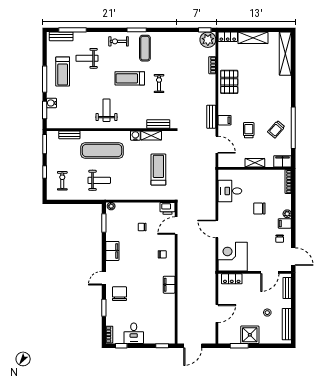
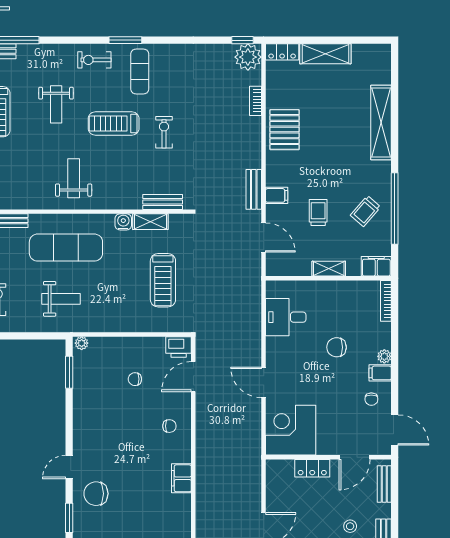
shelving: (285, 54) -> (381, 122), moved
weight bench: (87, 58) -> (56, 104), moved, turned -90
treadmill: (158, 170) -> (163, 280), turned 180
filing cabinet: (112, 251) -> (84, 420), removed
locker: (232, 279) -> (312, 468), moved
chair: (119, 294) -> (96, 494), turned -90

